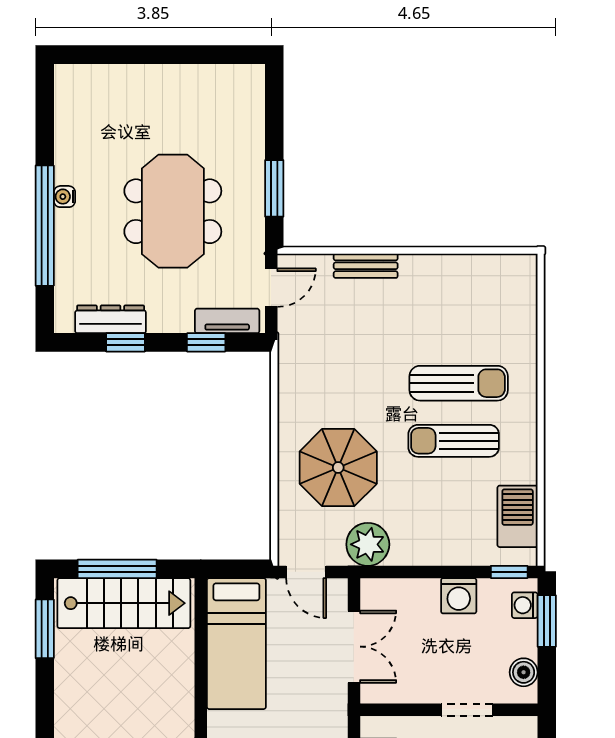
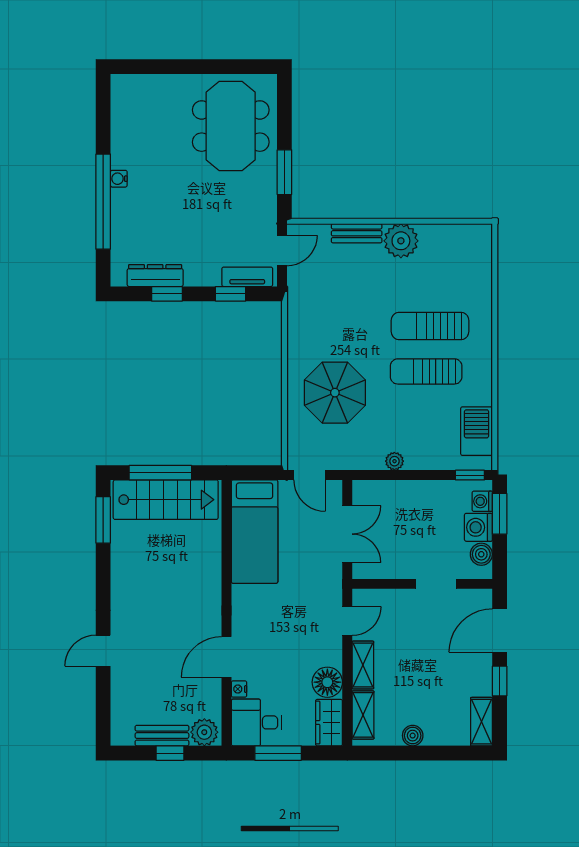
meeting table: (173, 211) -> (231, 126), moved
plant: (422, 275) -> (401, 241), added
sun lounger: (459, 383) -> (430, 326), turned 180
plant: (368, 544) -> (394, 461), moved, width x0.53, depth x0.53
washing machine: (459, 596) -> (478, 527), moved, turned 90

